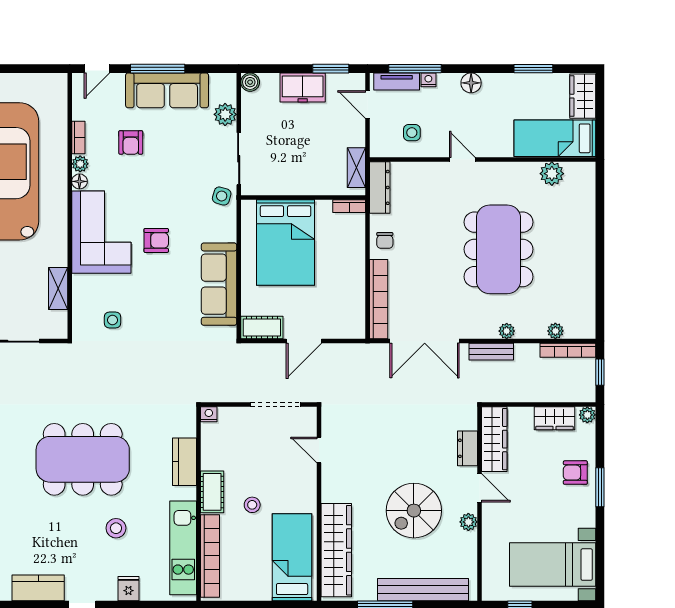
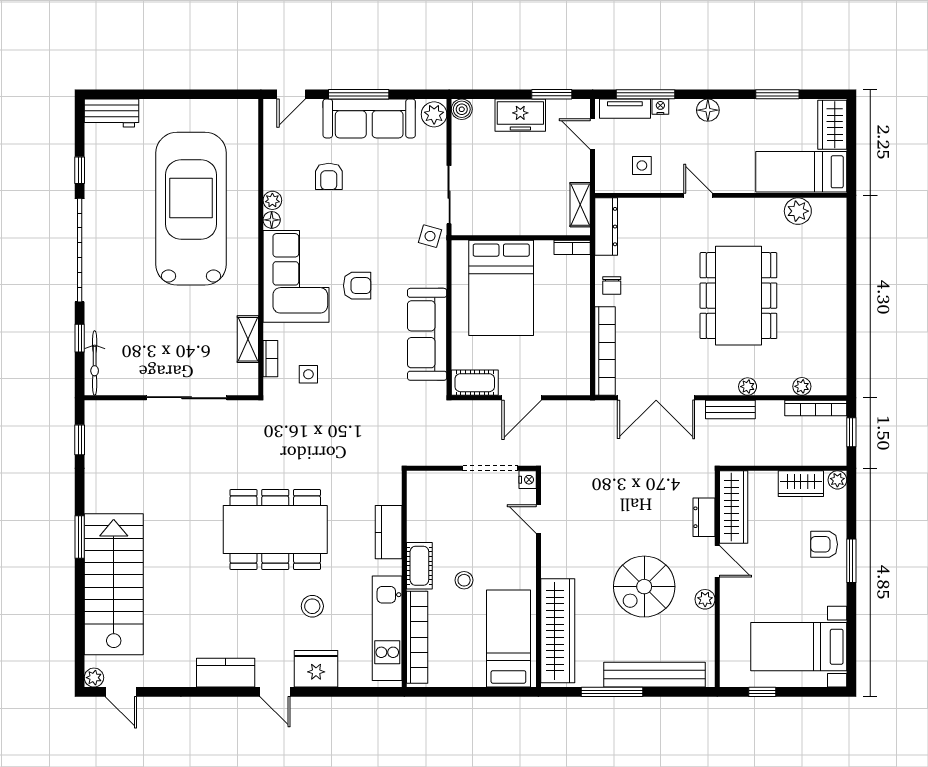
plant: (225, 114) -> (434, 114), moved
bookcase: (78, 138) -> (270, 359), moved
nightstand: (209, 414) -> (528, 480), moved, turned 90
fridge: (129, 589) -> (316, 669), width x1.88, depth x1.34

